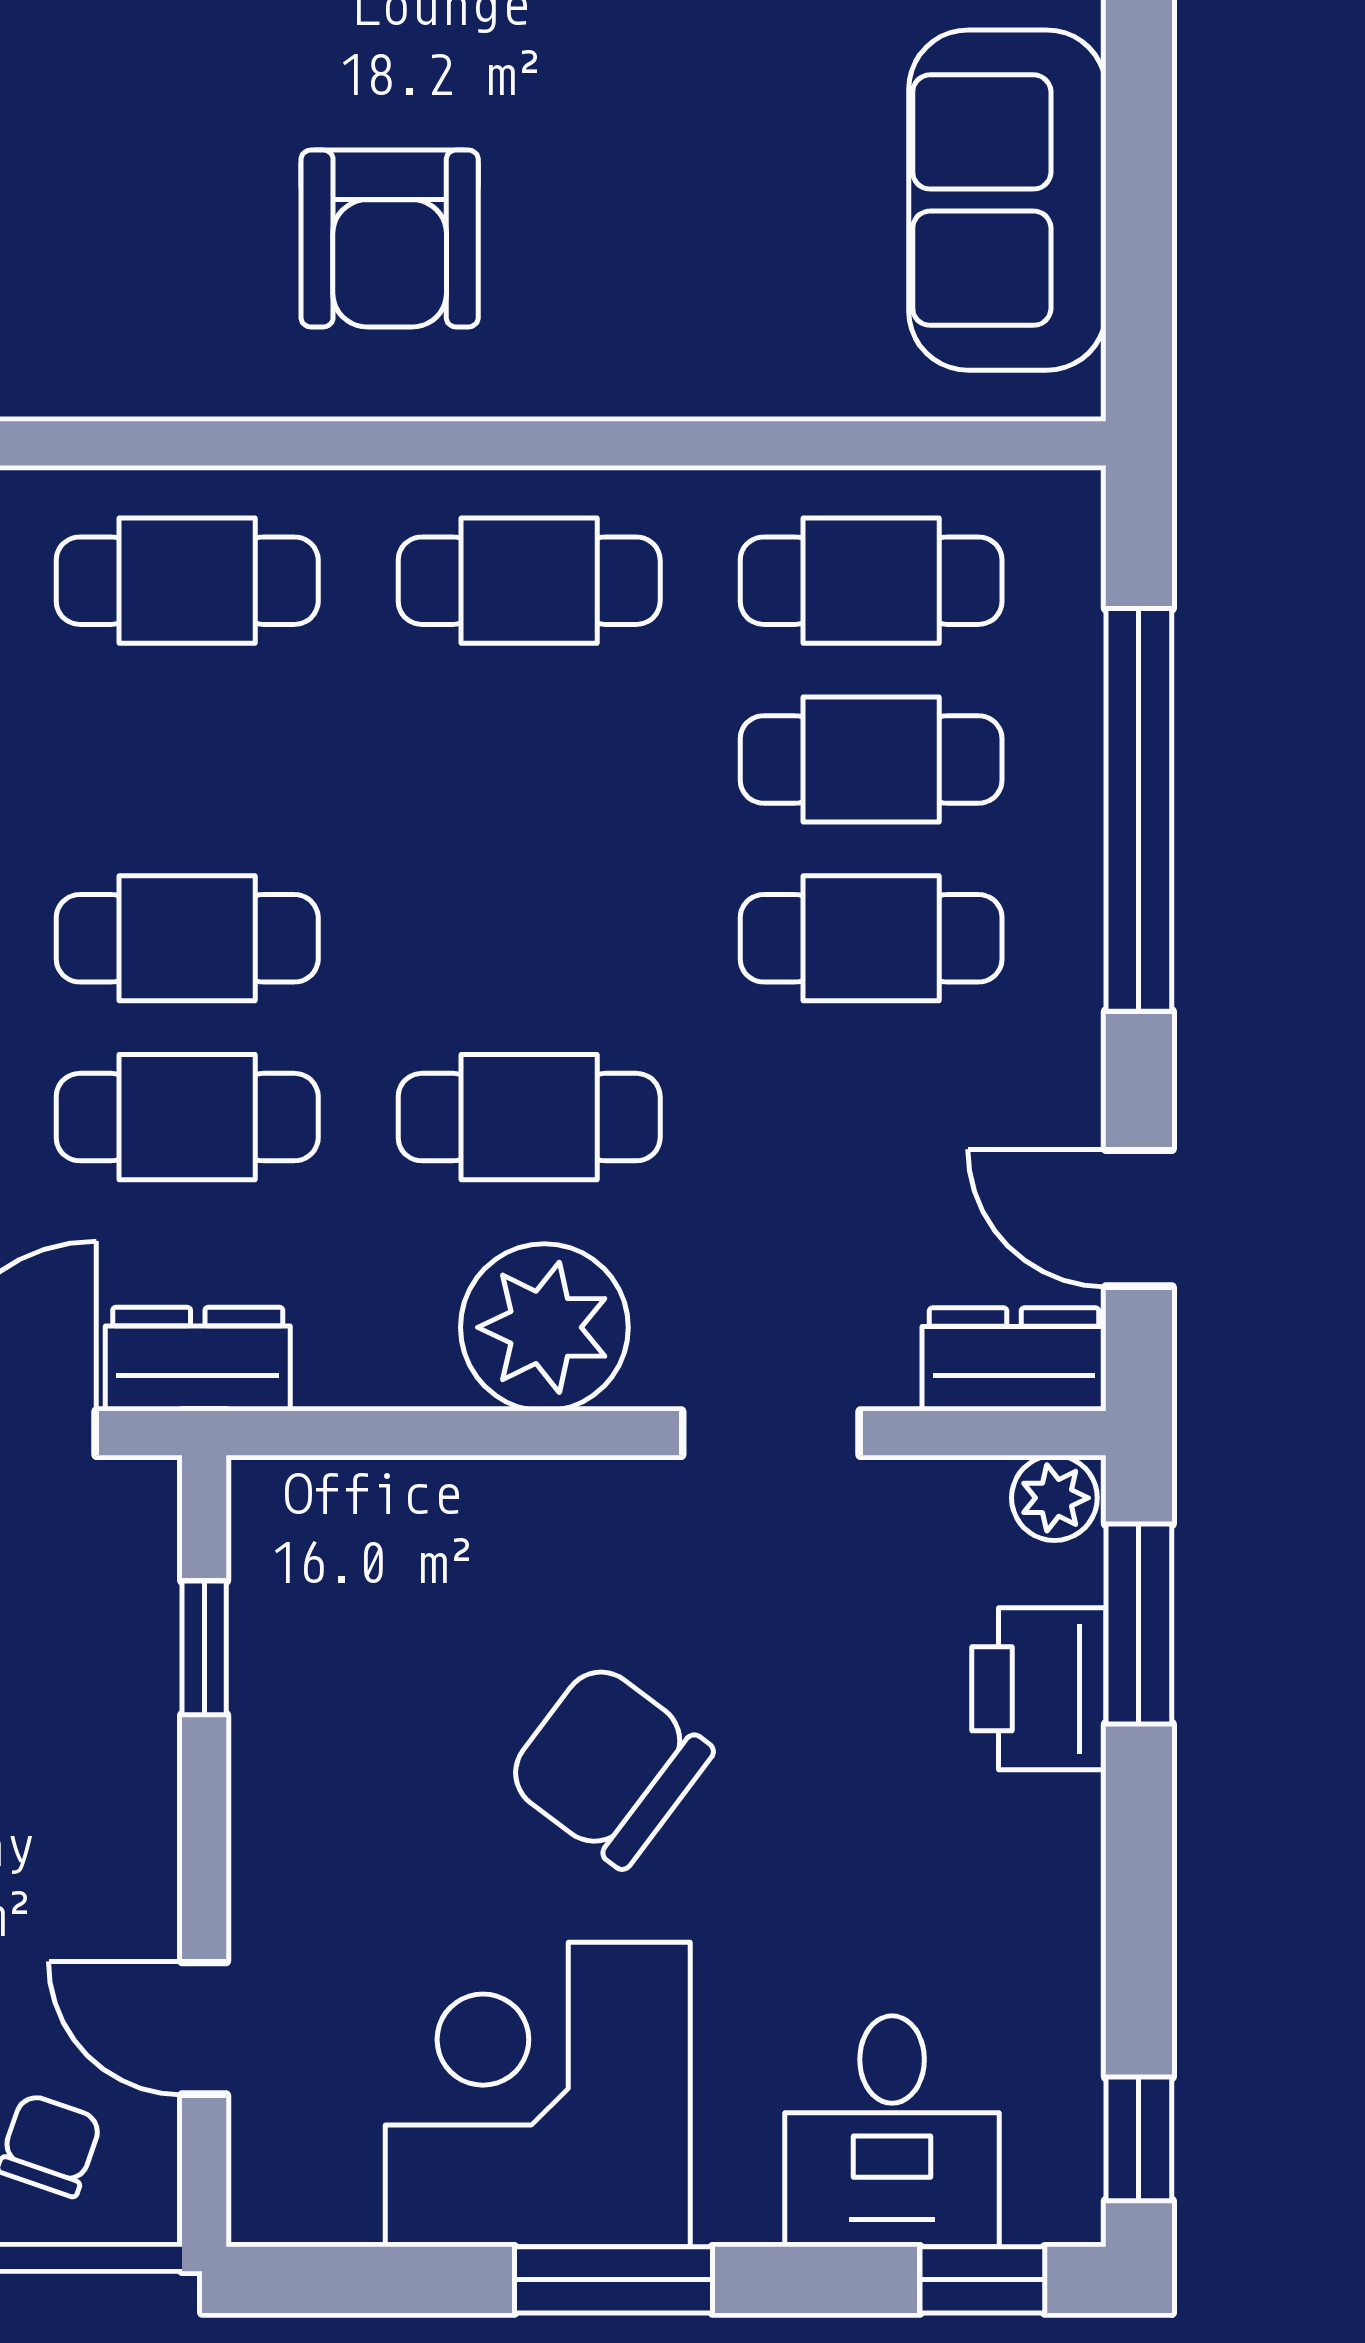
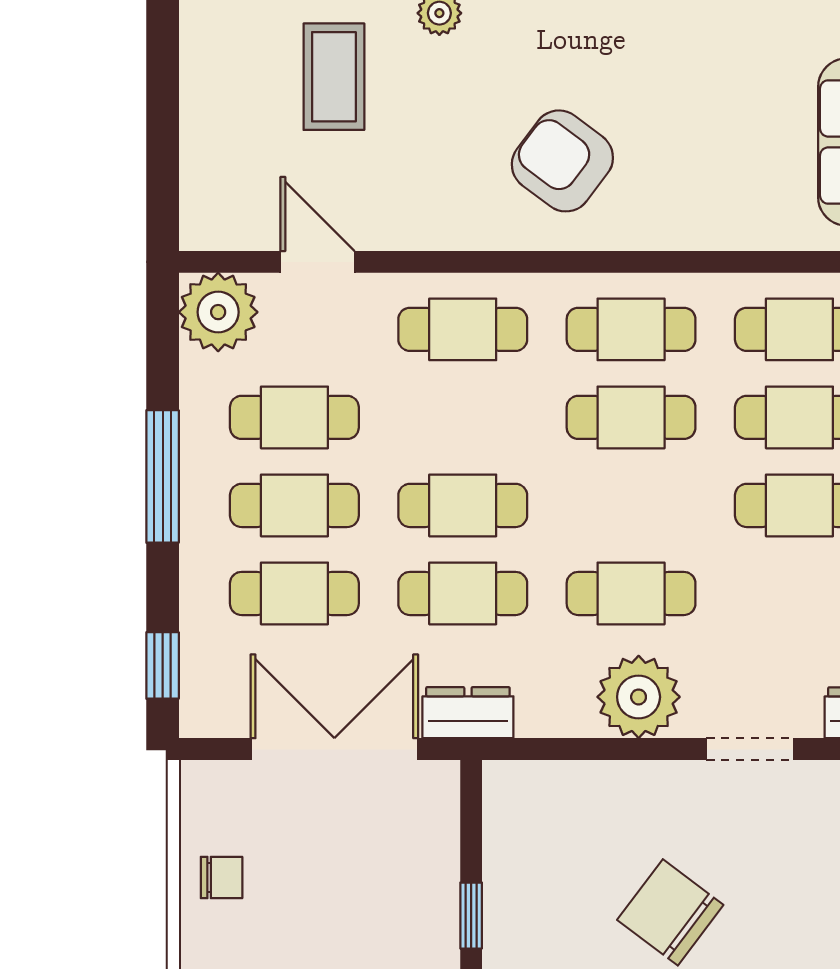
armchair: (390, 239) -> (562, 161), turned 127
cafe table: (529, 759) -> (631, 417), added
window: (204, 1648) -> (471, 916), moved

